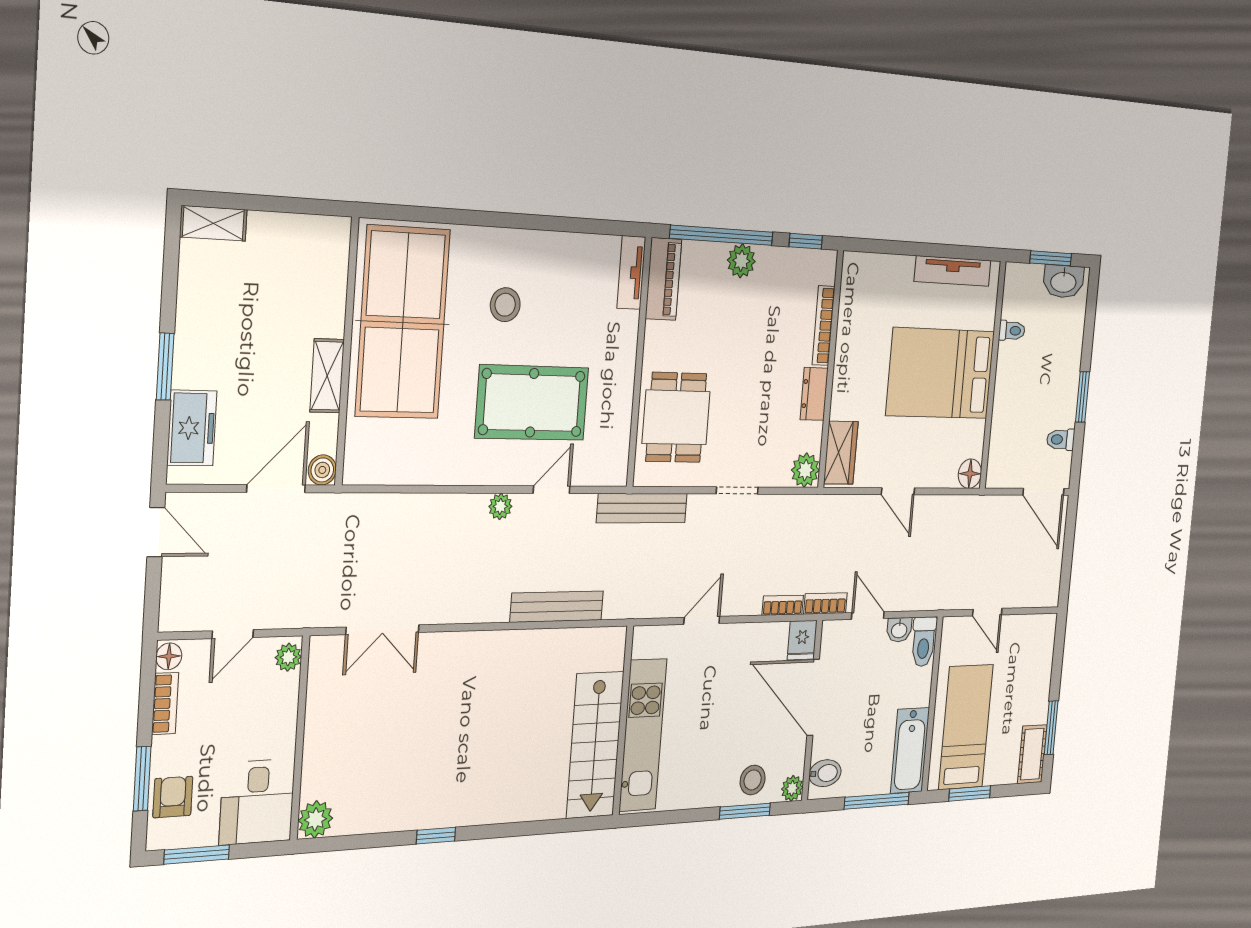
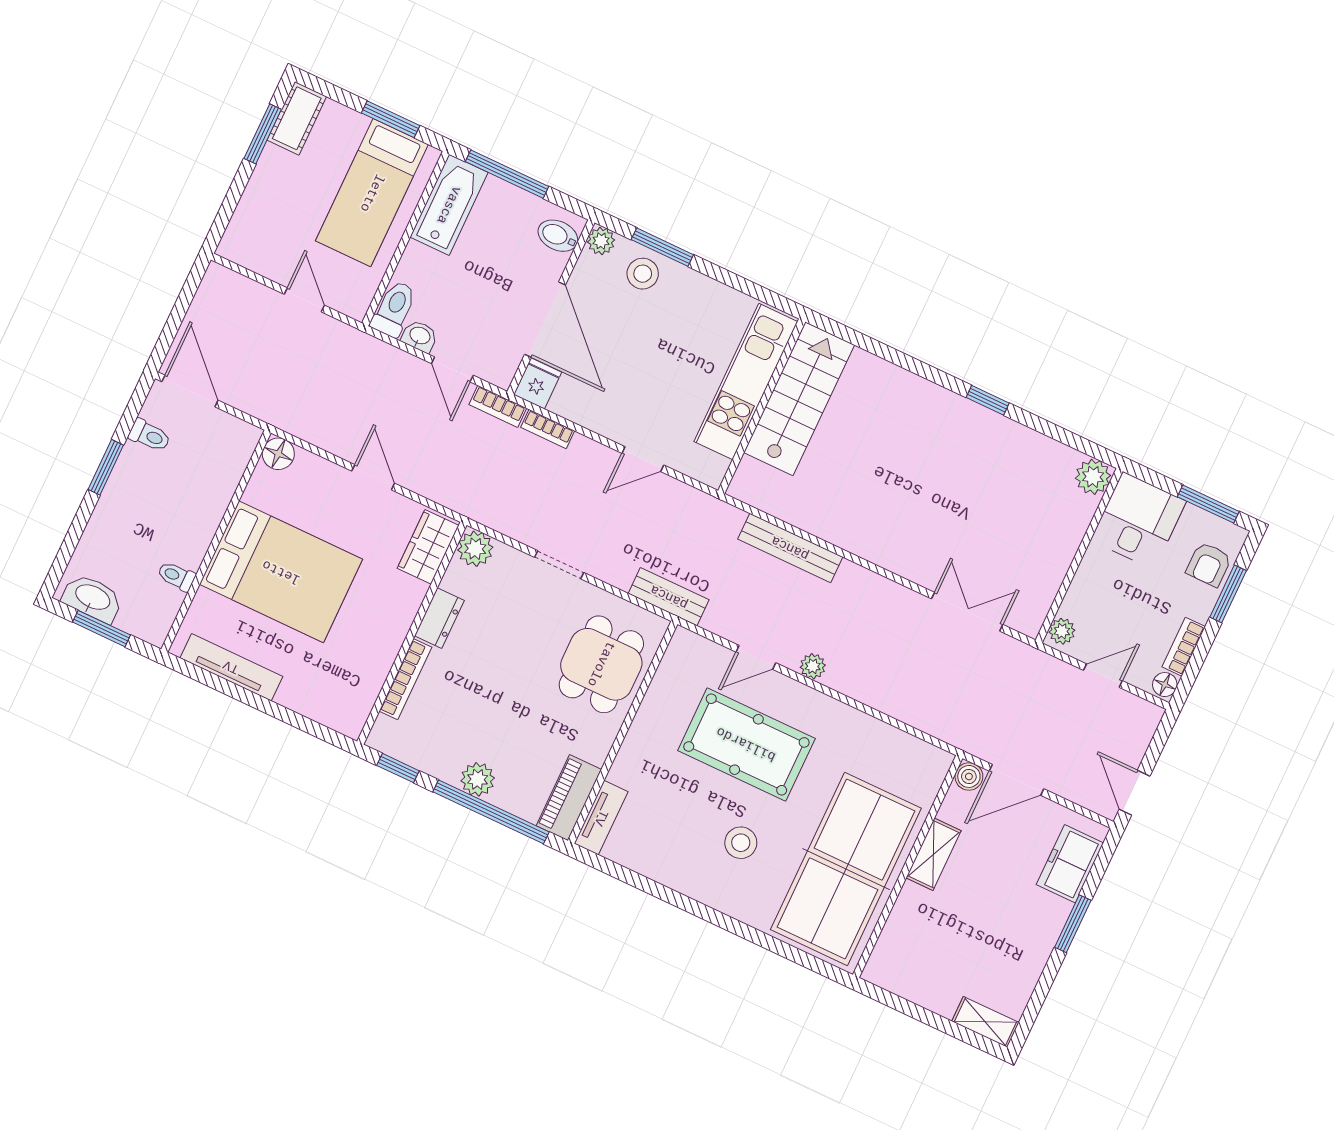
bench: (642, 508) -> (669, 597), width x0.73

